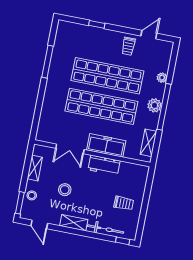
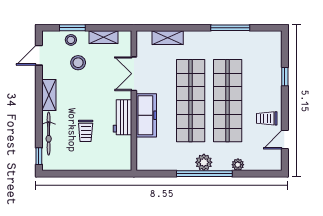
door: (149, 35) -> (285, 140), swing flipped
shelving: (148, 143) -> (168, 38), moved
stool: (65, 190) -> (78, 63), moved
window: (20, 203) -> (72, 28), moved
trolley: (124, 203) -> (86, 131), moved

